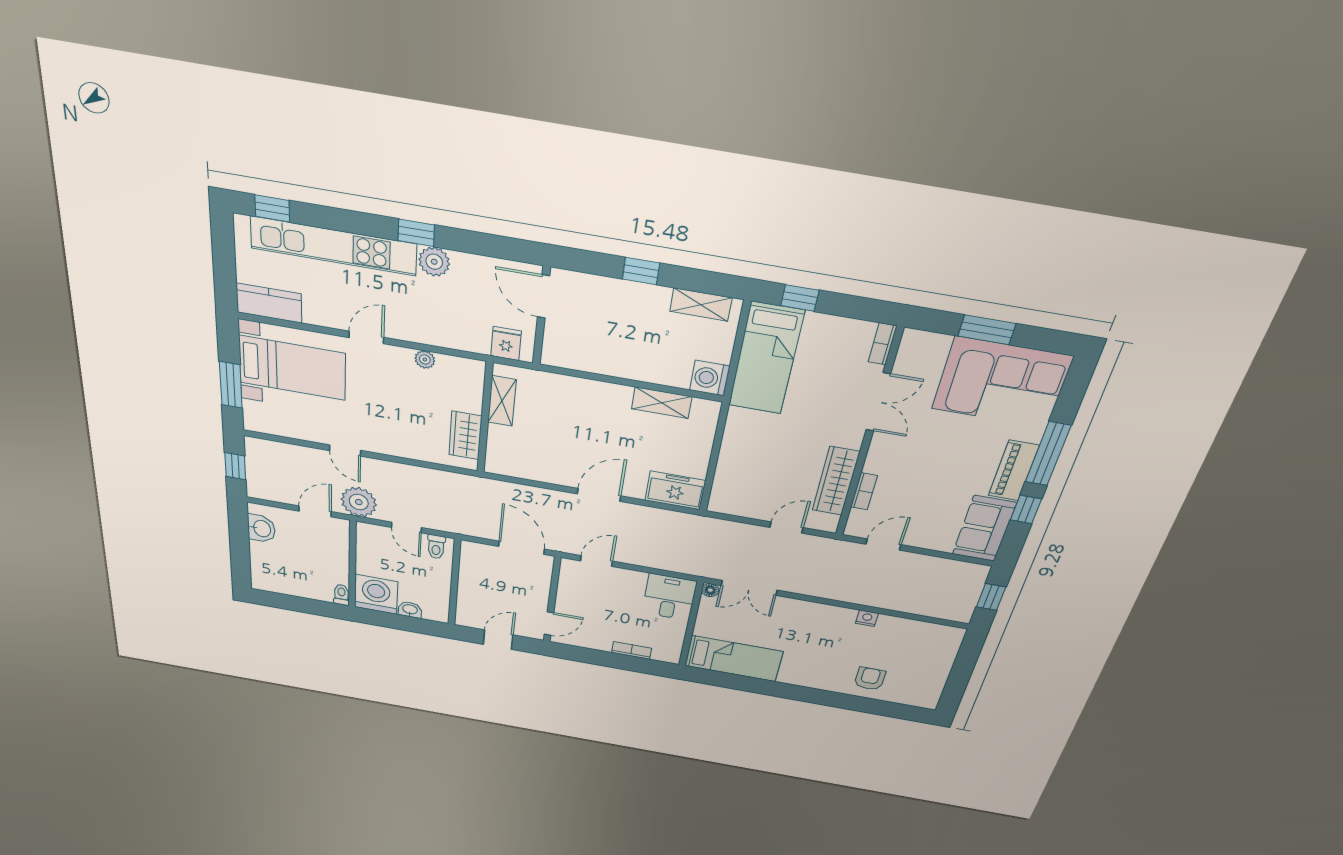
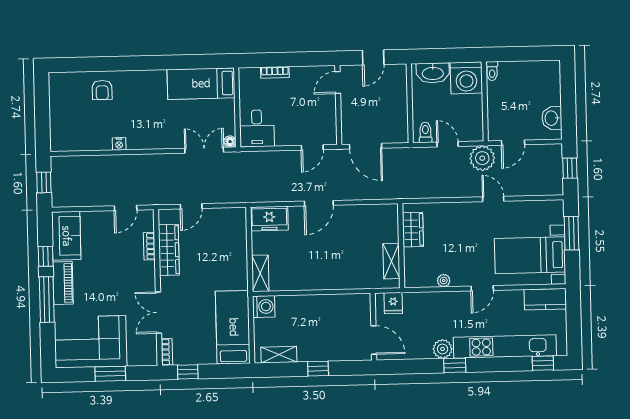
window: (800, 298) -> (188, 372), moved
shelving: (662, 403) -> (260, 273), moved, turned 90
washbasin: (410, 610) -> (433, 73), width x1.91, depth x1.45

